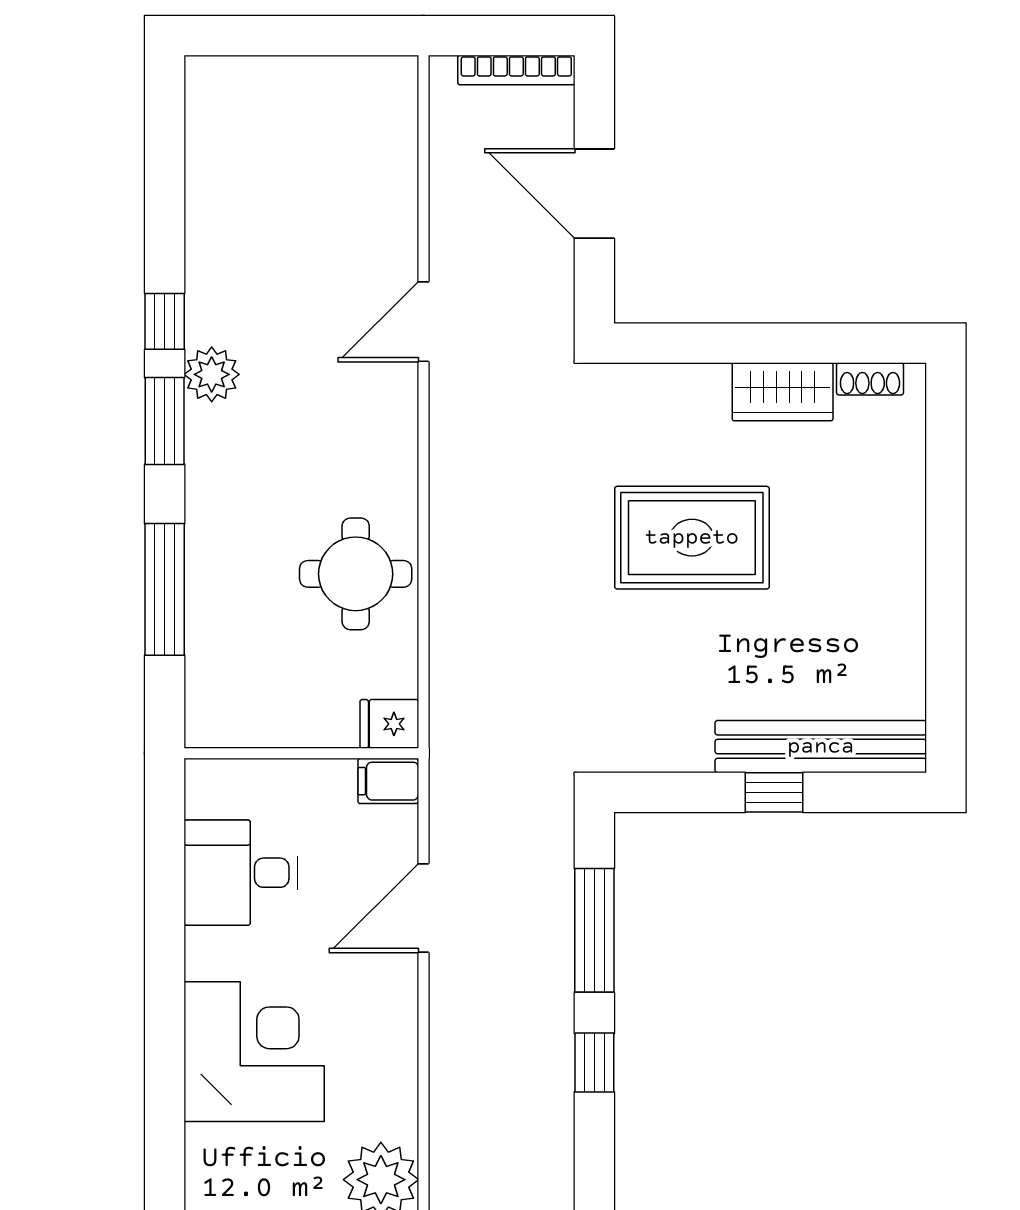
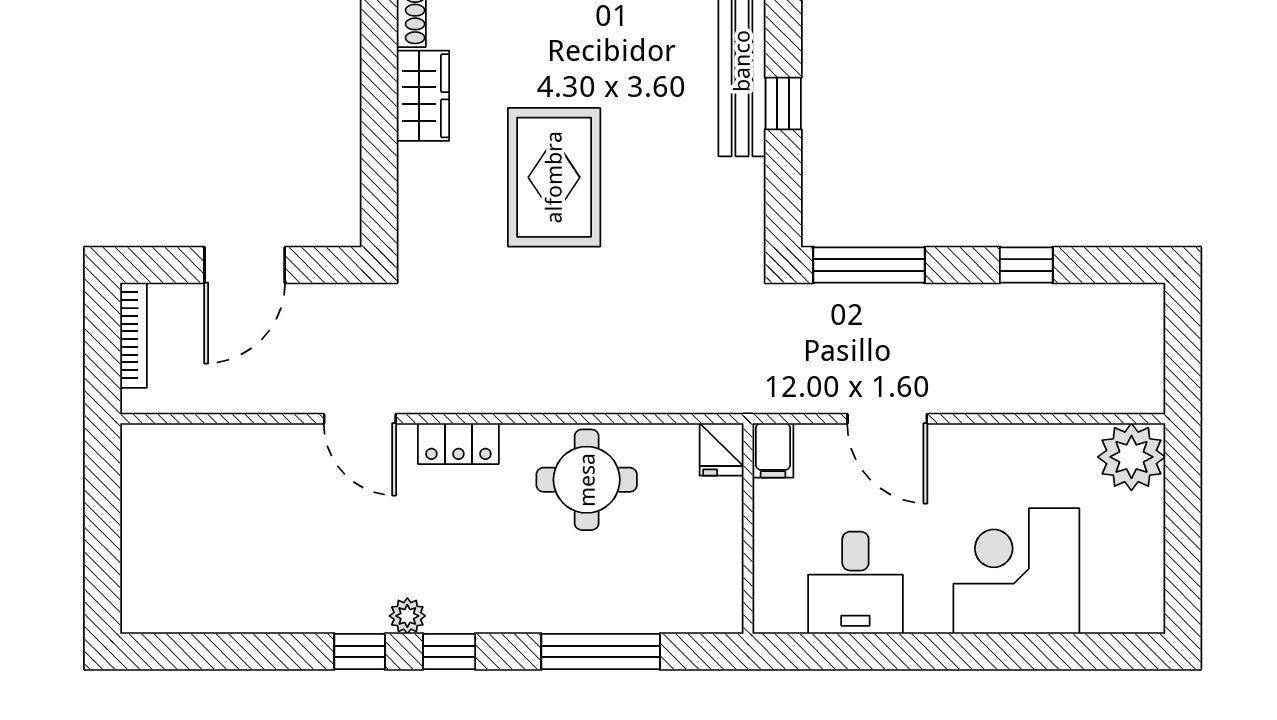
plant: (212, 374) -> (407, 616), width x0.73, depth x0.73
window: (165, 421) -> (449, 652), width x0.67
locker: (396, 431) -> (458, 444), added
window: (594, 930) -> (869, 265), moved

